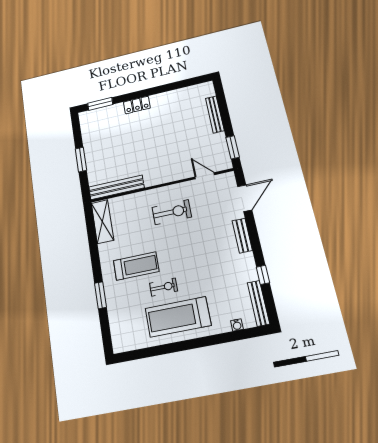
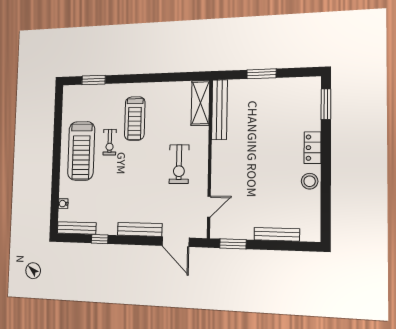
stool: (165, 101) -> (310, 181), added
shelving: (102, 222) -> (200, 103), moved, turned 90
bench: (242, 236) -> (140, 229), width x1.36
window: (100, 295) -> (94, 80), moved
treadmill: (178, 317) -> (81, 151), turned 180

